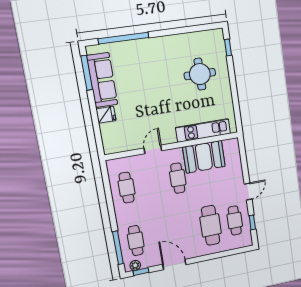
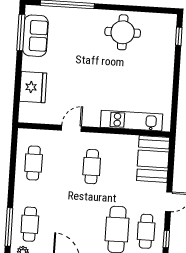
round table: (200, 74) -> (123, 32), moved
sofa: (102, 80) -> (35, 36), width x0.73
fridge: (106, 115) -> (33, 87), width x1.88, depth x1.34
booth: (204, 157) -> (153, 159), moved, turned 90

